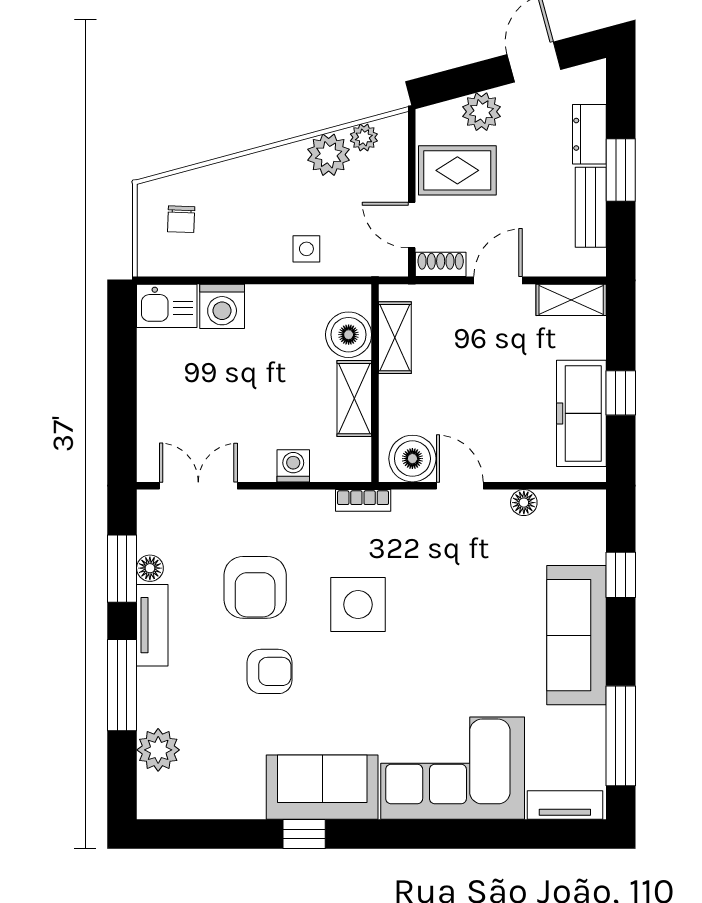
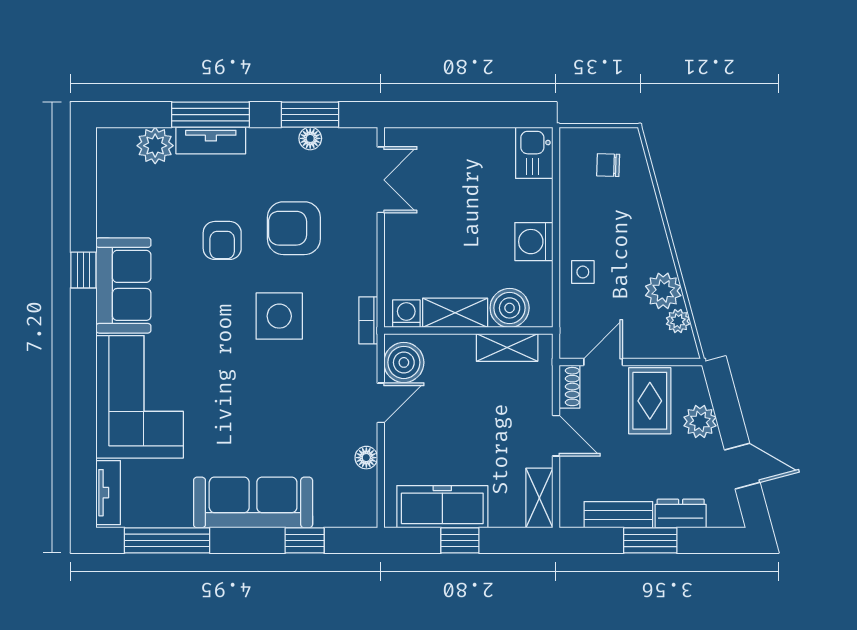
washing machine: (222, 306) -> (534, 242), moved
washing machine: (293, 466) -> (406, 314), moved, turned -90
tv unit: (152, 625) -> (211, 140), moved

